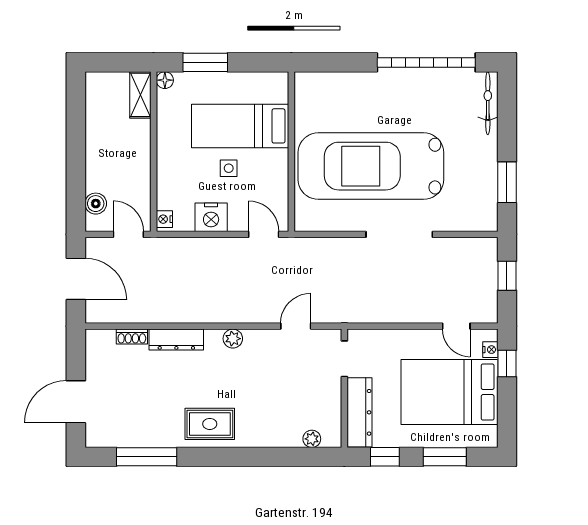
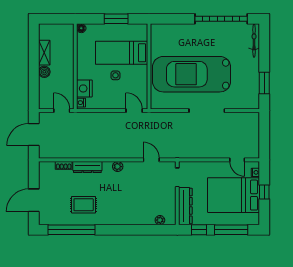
window: (205, 62) -> (116, 19), moved
shelving: (140, 95) -> (44, 53), moved
boiler: (96, 204) -> (44, 72), moved
nightstand: (211, 217) -> (84, 88), moved, turned 90
window: (507, 276) -> (264, 133), removed
door: (76, 279) -> (34, 135), swing flipped
door: (296, 326) -> (151, 160), hinge flipped
window: (507, 363) -> (264, 192), moved
rug: (210, 424) -> (84, 205), moved
window: (147, 457) -> (71, 230), width x1.46
window: (445, 457) -> (231, 230), width x1.44

